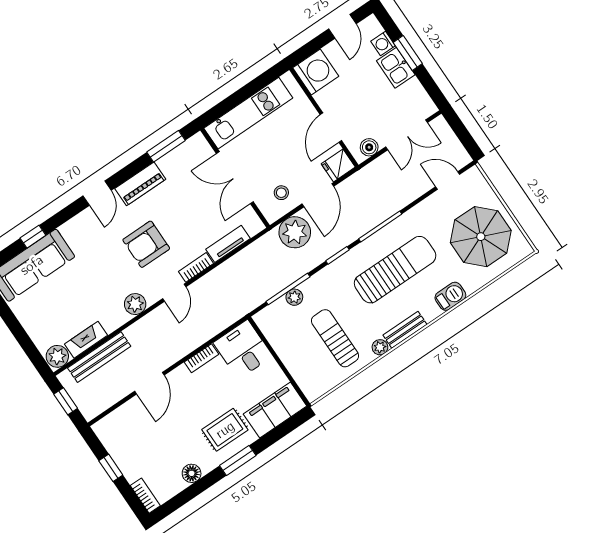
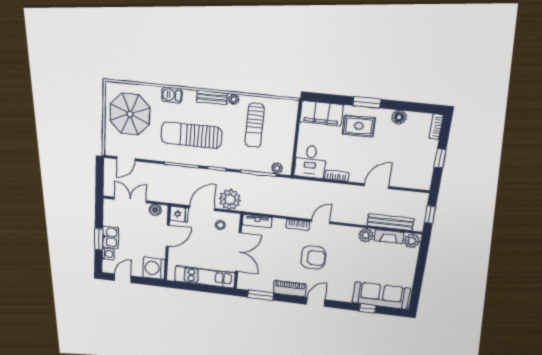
door: (448, 181) -> (126, 159), hinge flipped
tv unit: (228, 244) -> (257, 221), moved
plant: (294, 297) -> (277, 168), moved
plant: (135, 304) -> (366, 235), moved

